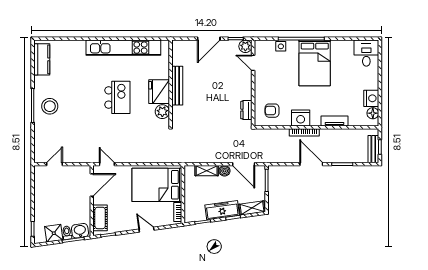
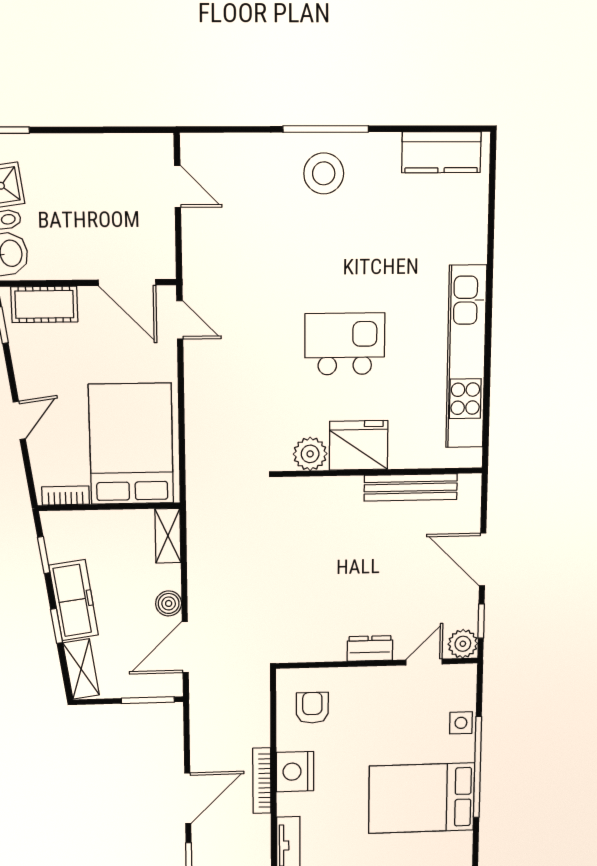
bench: (177, 86) -> (411, 487), moved
kitchen island: (117, 97) -> (345, 344), turned 180
dresser: (246, 110) -> (370, 648), moved
door: (107, 164) -> (180, 320), hinge flipped
shelving: (207, 171) -> (168, 536), moved

